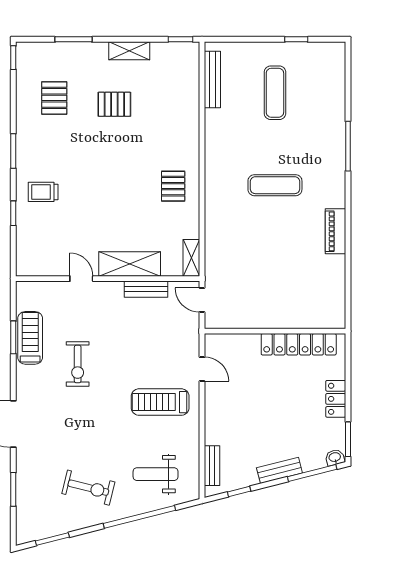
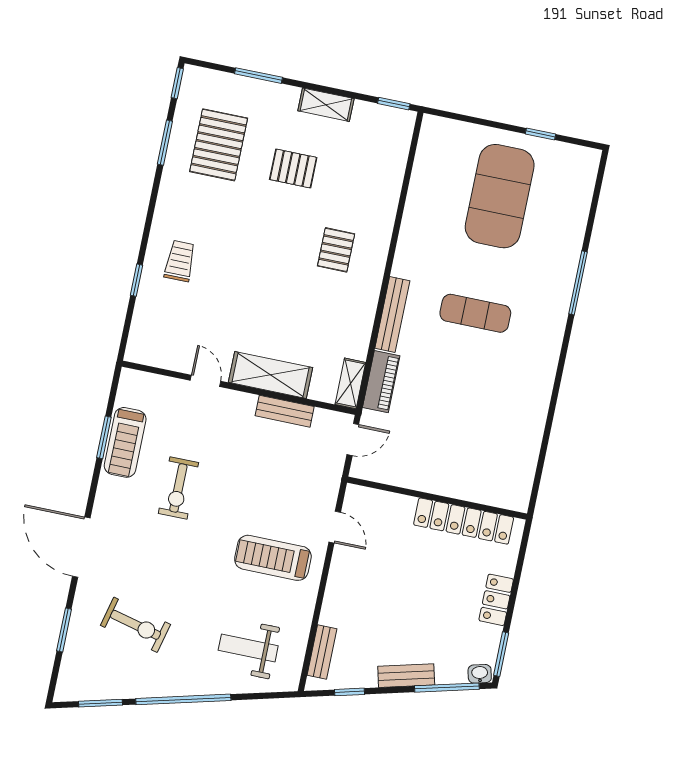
bench: (212, 79) -> (392, 314), moved
exercise mat: (275, 93) -> (500, 196), width x2.00, depth x1.45
pallet: (54, 98) -> (219, 145), width x1.50, depth x1.42
window: (13, 151) -> (165, 143), moved
pallet: (173, 186) -> (336, 250), moved
trolley: (43, 192) -> (180, 261), turned 90
piano: (335, 231) -> (381, 382), moved, turned 180
door: (202, 300) -> (353, 440), swing flipped
treadmill: (30, 338) -> (125, 442), turned 180
exercise bike: (88, 488) -> (135, 625), moved
window: (139, 517) -> (183, 699), moved

